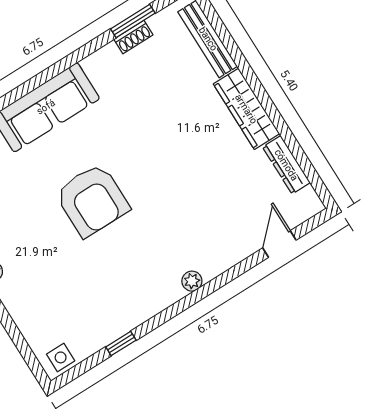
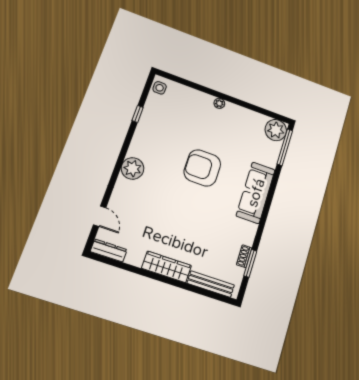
dresser: (286, 165) -> (109, 250), moved
plant: (192, 281) -> (133, 168), width x1.88, depth x1.88

